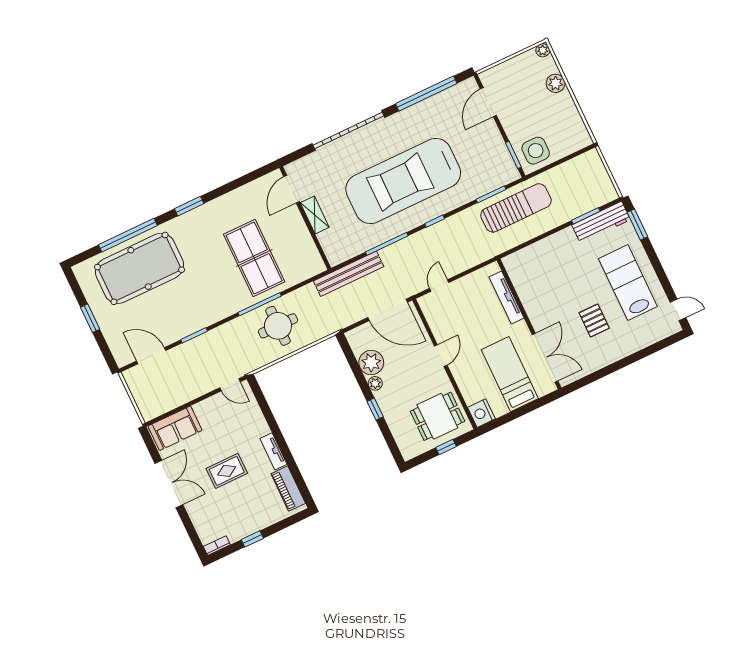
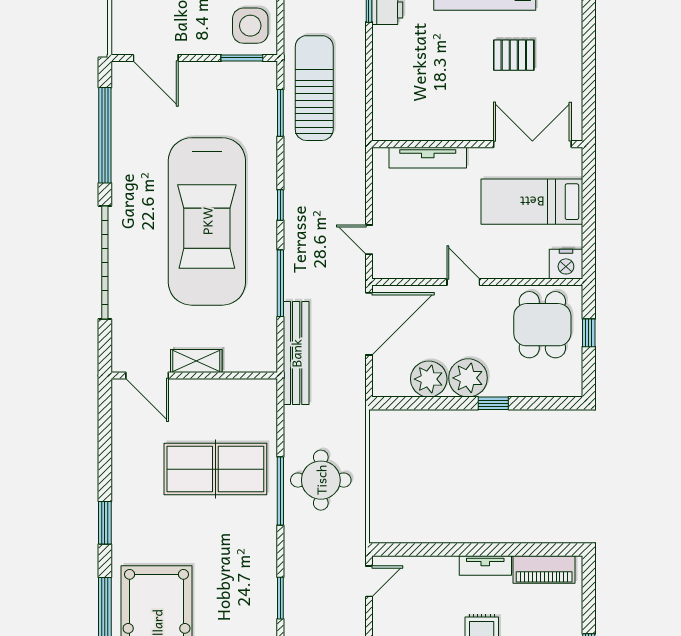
plant: (375, 383) -> (468, 378), width x1.88, depth x1.88

